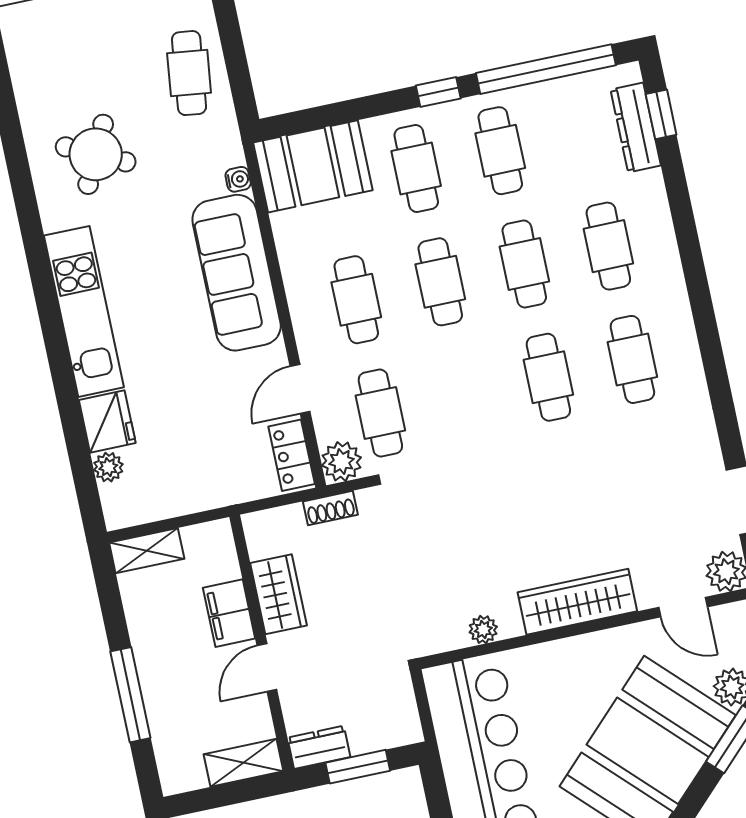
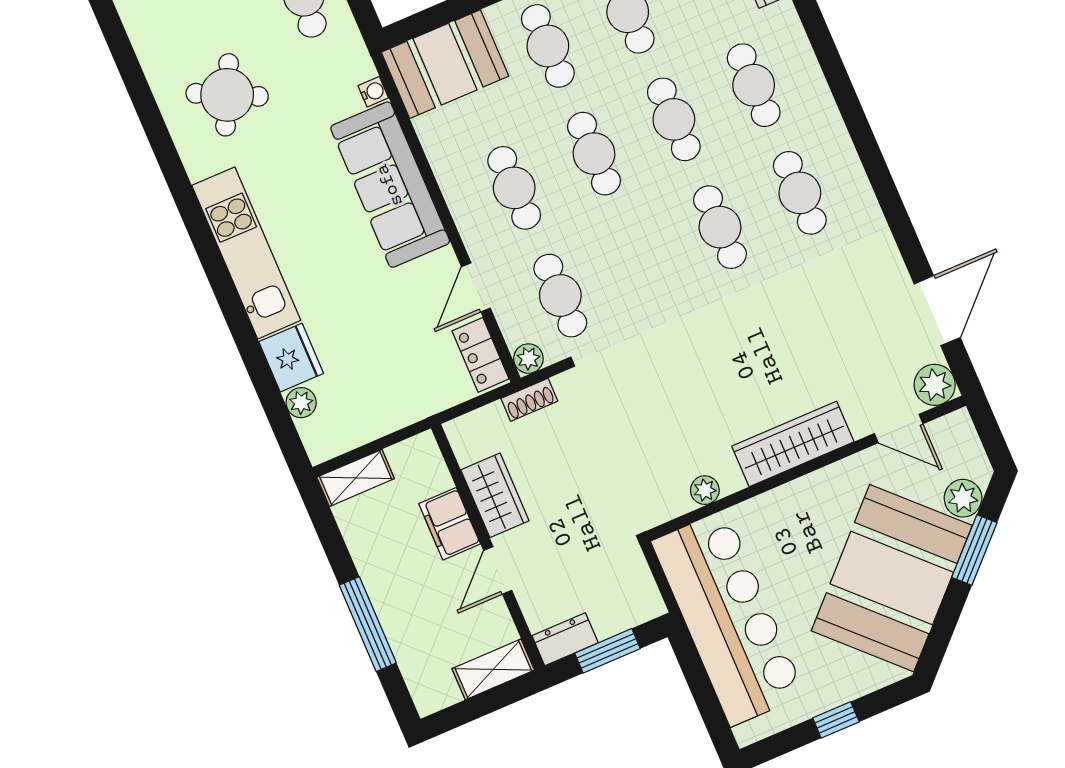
plant: (342, 462) -> (528, 359), width x0.73, depth x0.73

